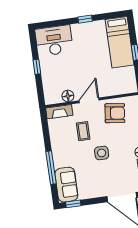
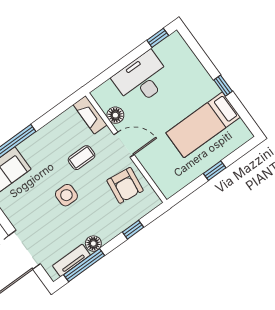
desk: (54, 41) -> (142, 79), moved, turned -90
bed: (120, 42) -> (203, 125), moved
window: (37, 67) -> (158, 38), moved

